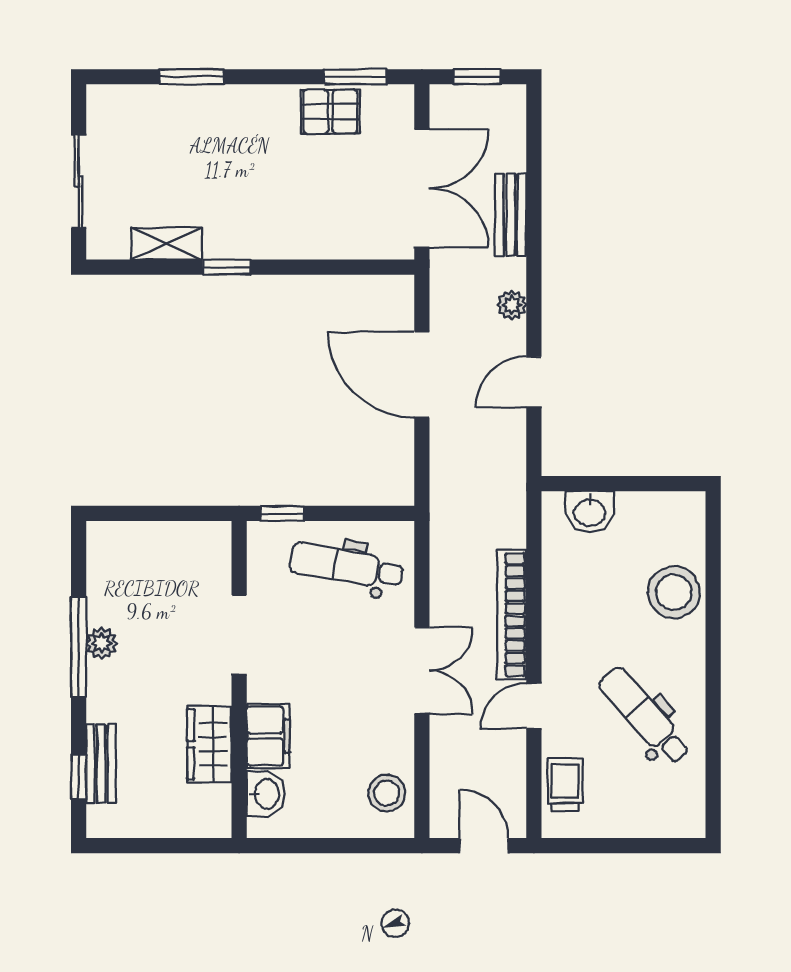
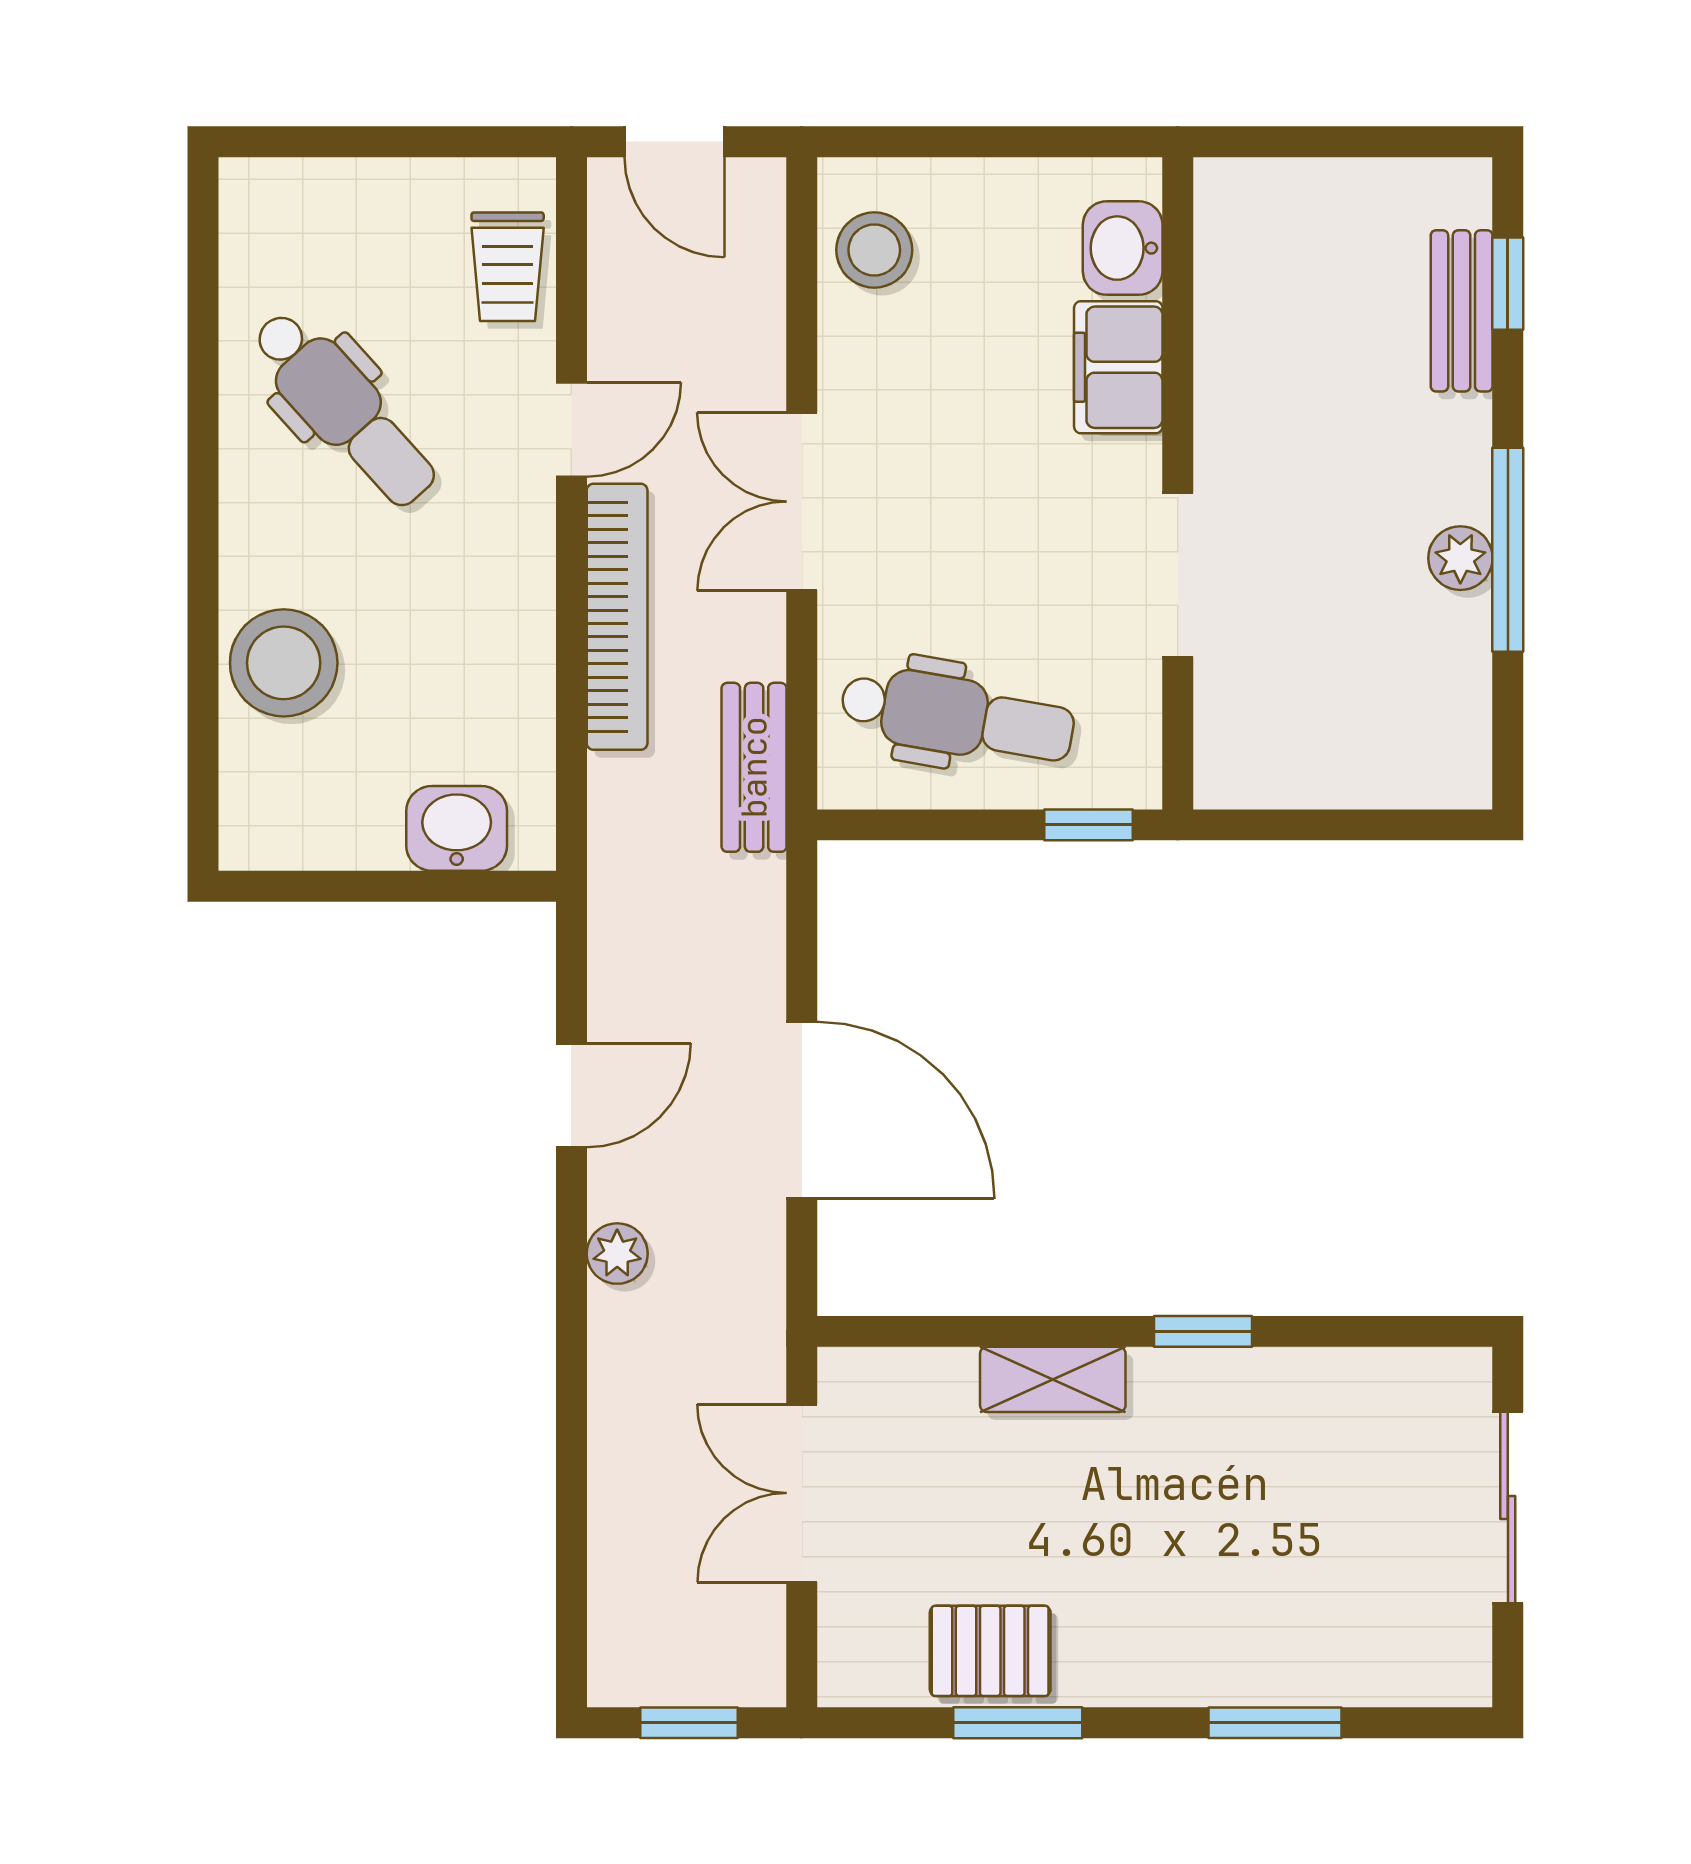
window: (355, 77) -> (1018, 1723), moved
double door: (422, 188) -> (802, 1493), width x0.73
bench: (511, 215) -> (754, 767), moved
shelving: (167, 244) -> (1053, 1379), moved
wardrobe: (209, 744) -> (1239, 350), removed

